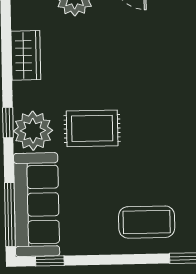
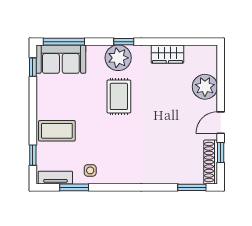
sofa: (37, 205) -> (61, 59), width x0.73
coffee table: (147, 222) -> (57, 131), turned 90

